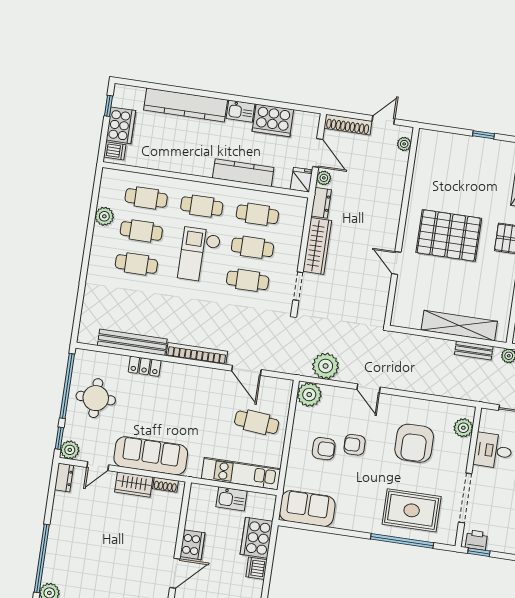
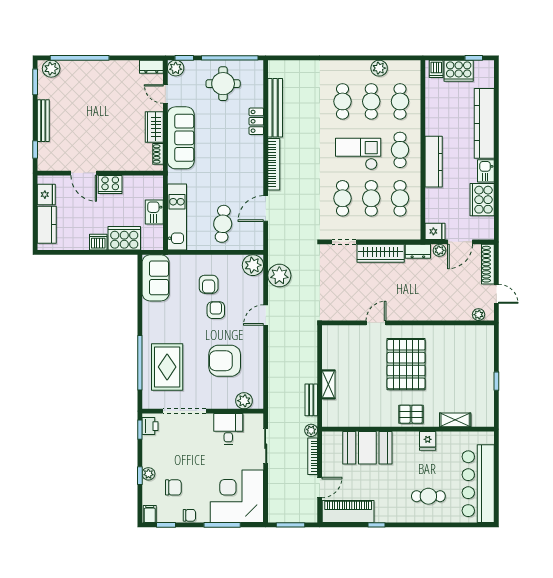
kitchen counter: (243, 173) -> (434, 162), moved
shelving: (459, 326) -> (328, 384), width x0.45, depth x0.75

